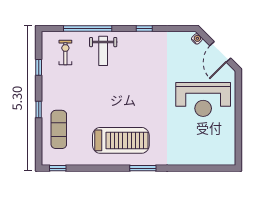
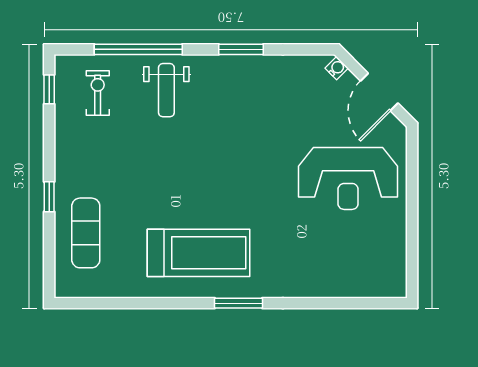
window: (144, 29) -> (241, 49), width x1.50
window: (39, 67) -> (49, 89), moved
window: (58, 168) -> (84, 303), removed

